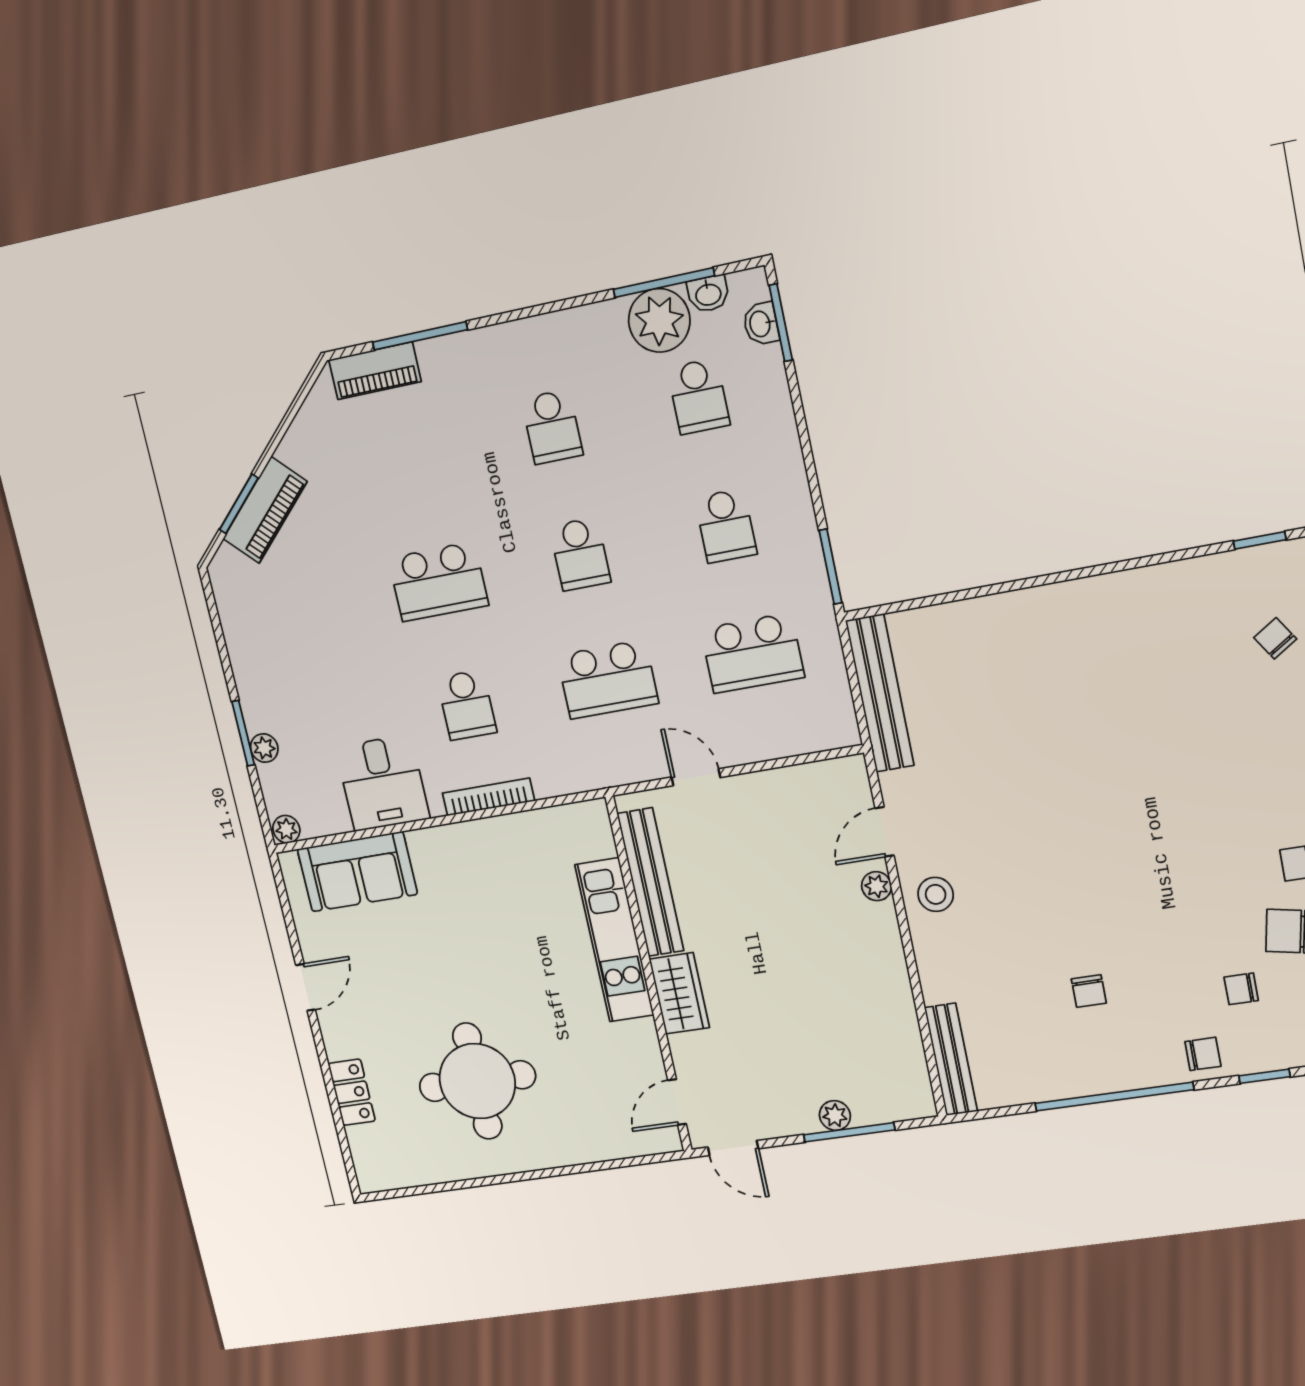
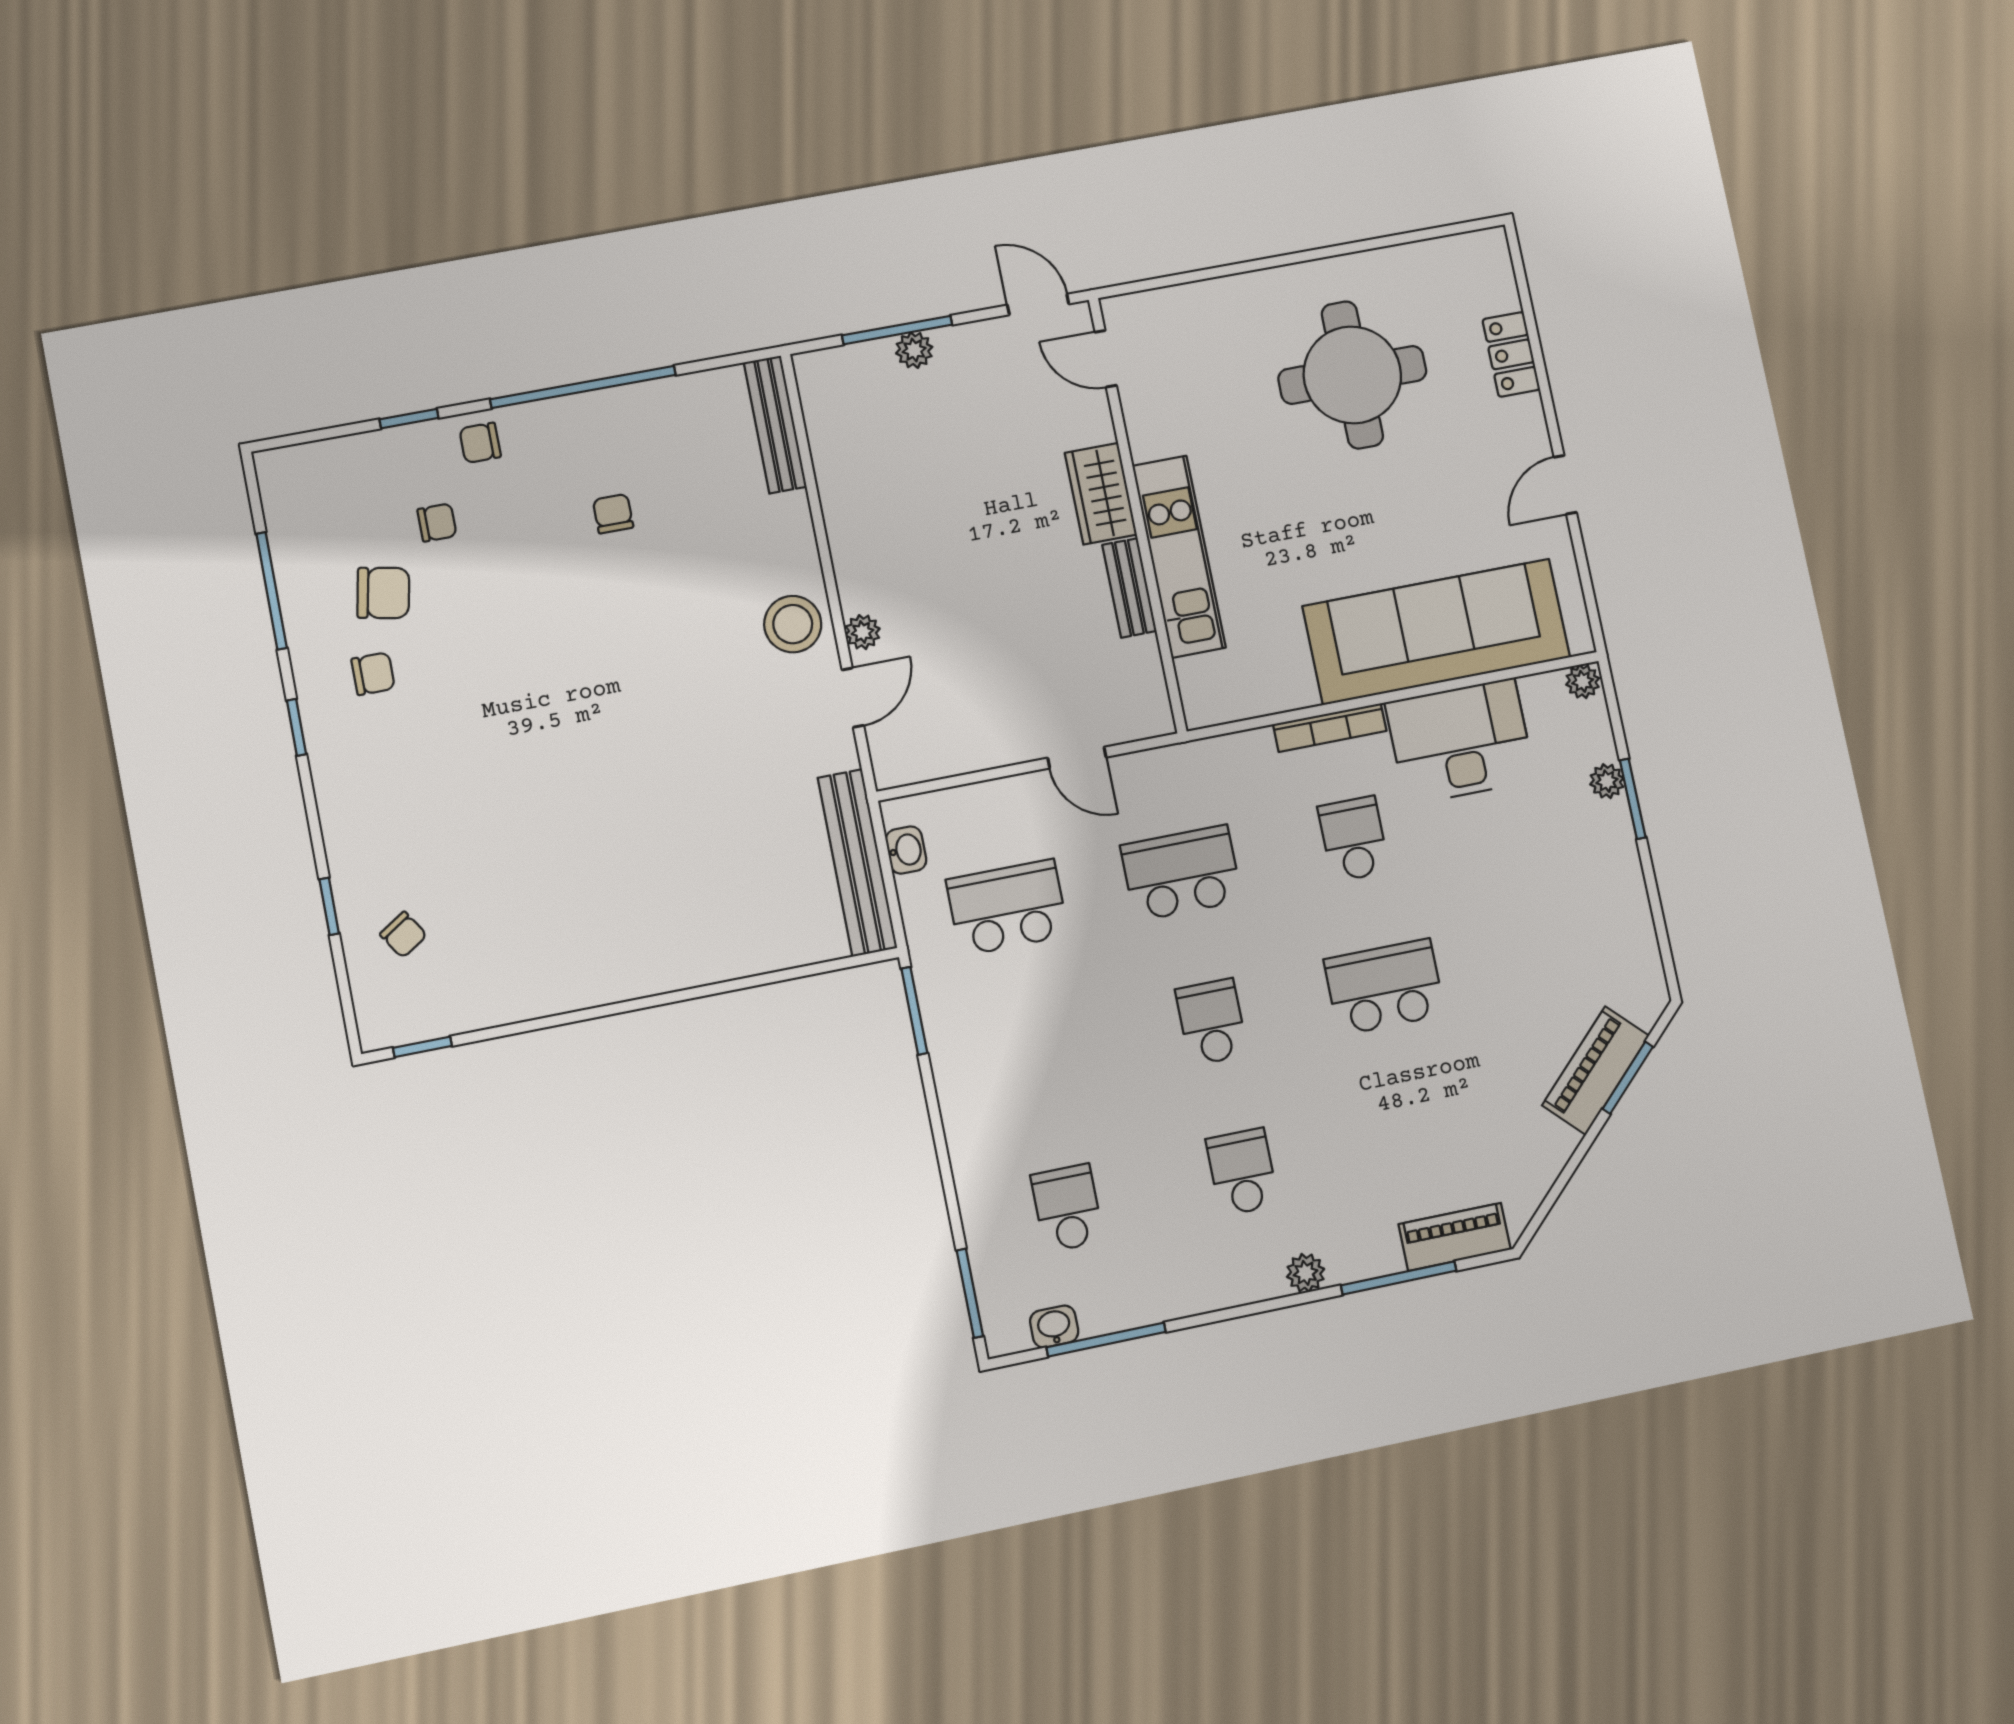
plant: (659, 320) -> (1306, 1273), moved, width x0.53, depth x0.53
washbasin: (761, 324) -> (906, 850), moved
school desk: (726, 526) -> (1037, 1057), removed
desk: (383, 783) -> (1460, 742), width x1.37
sofa: (357, 872) -> (1436, 632), width x1.85, depth x1.27
bench: (650, 882) -> (1129, 588), width x0.54, depth x0.82
stool: (936, 894) -> (793, 624), width x1.38, depth x1.38
door: (677, 1102) -> (1106, 359), swing flipped

